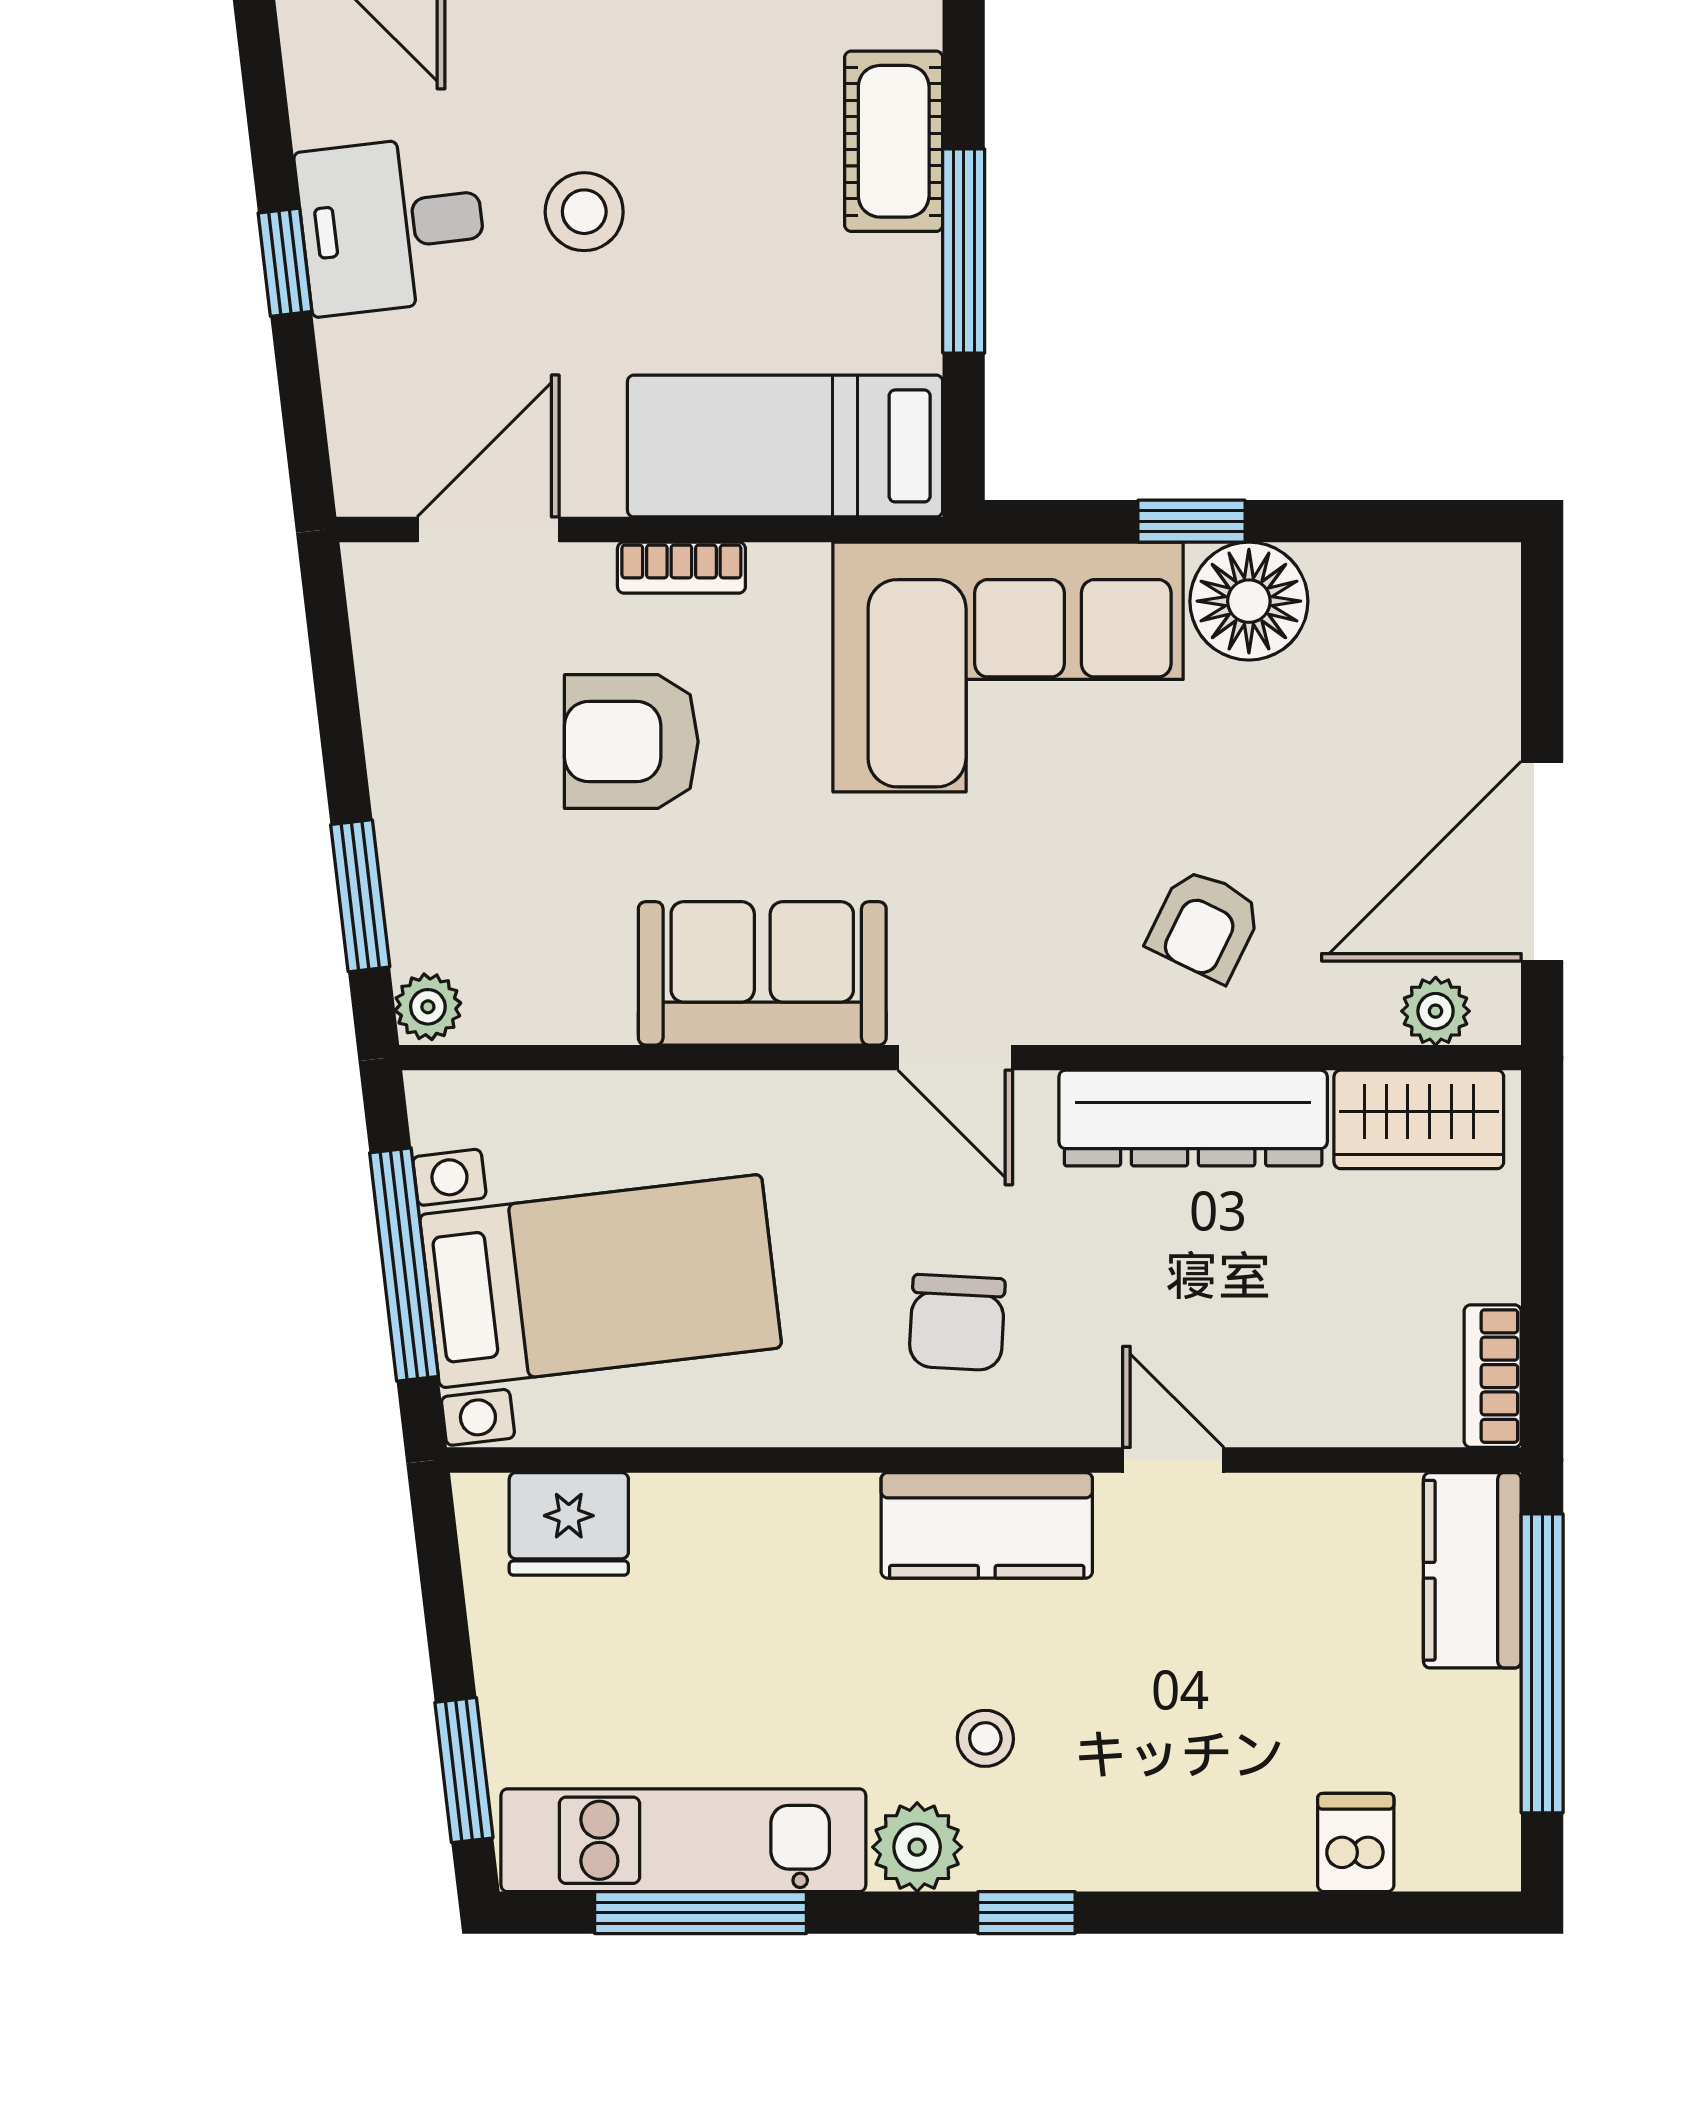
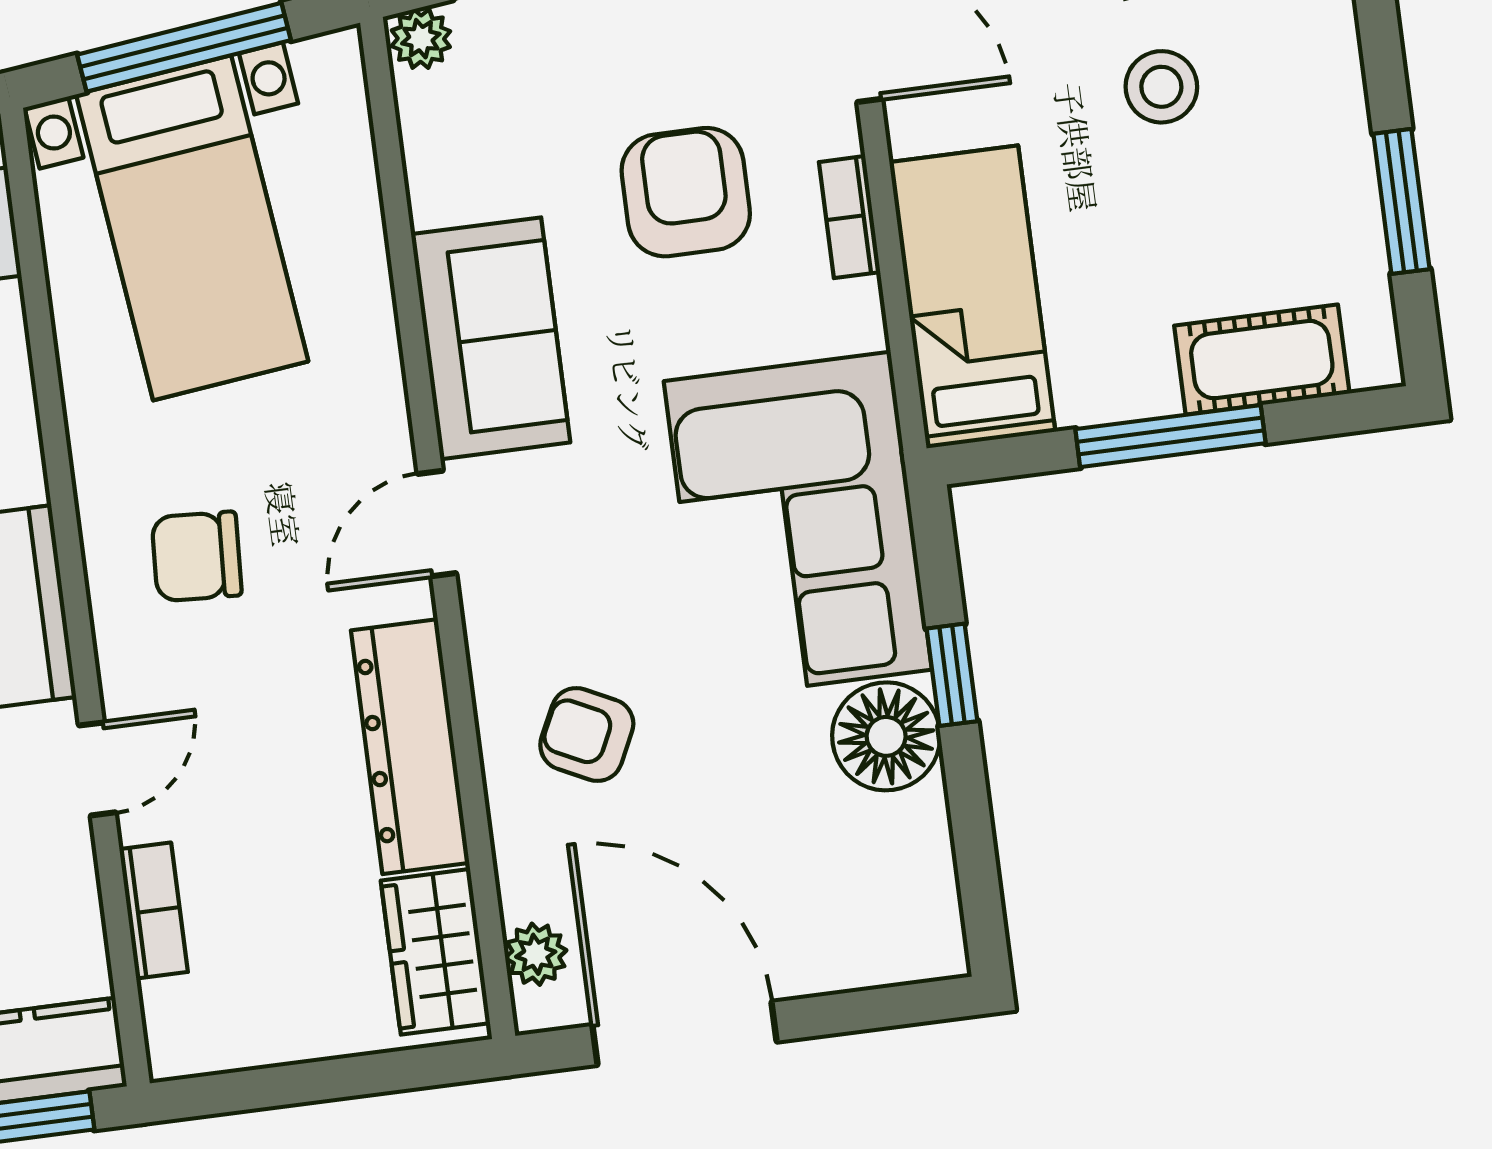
bookcase: (1493, 1376) -> (154, 911), moved, turned 90

